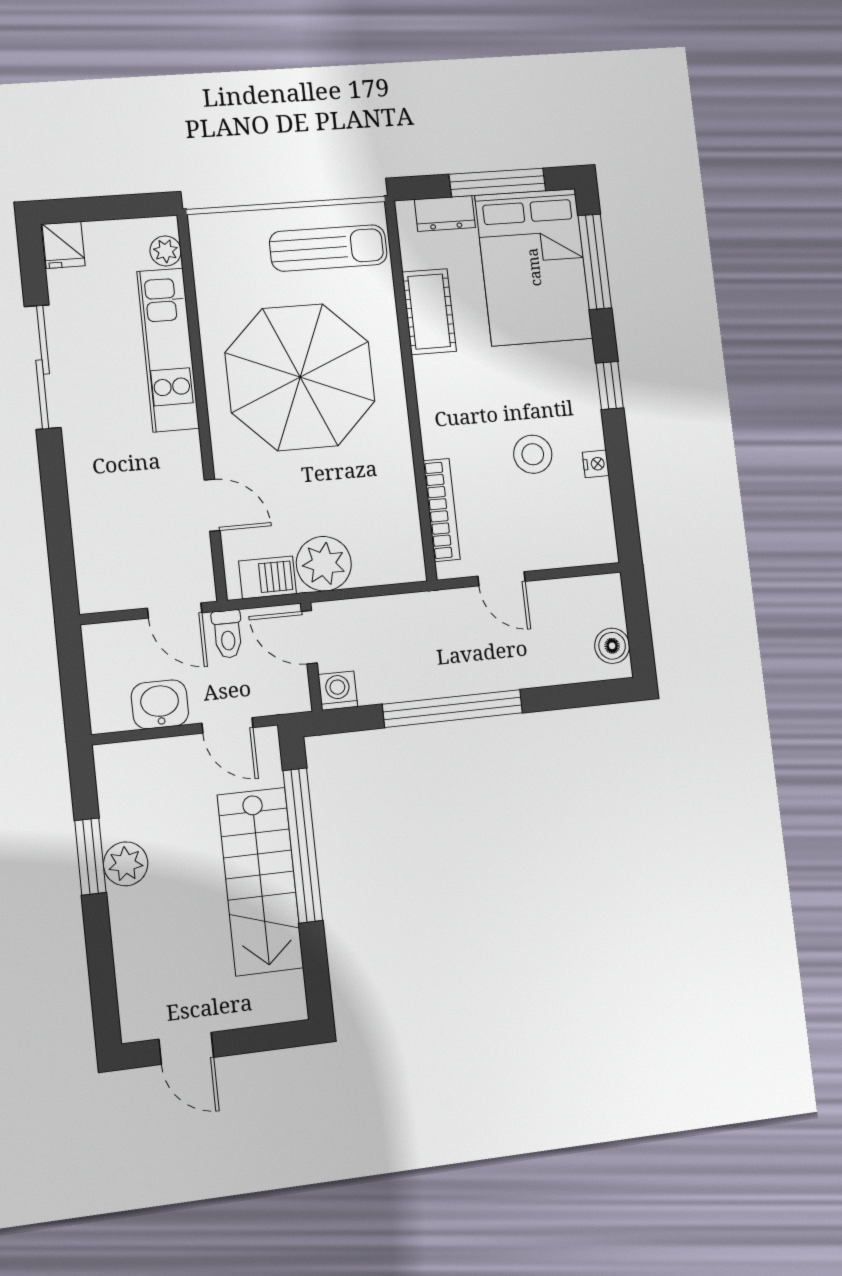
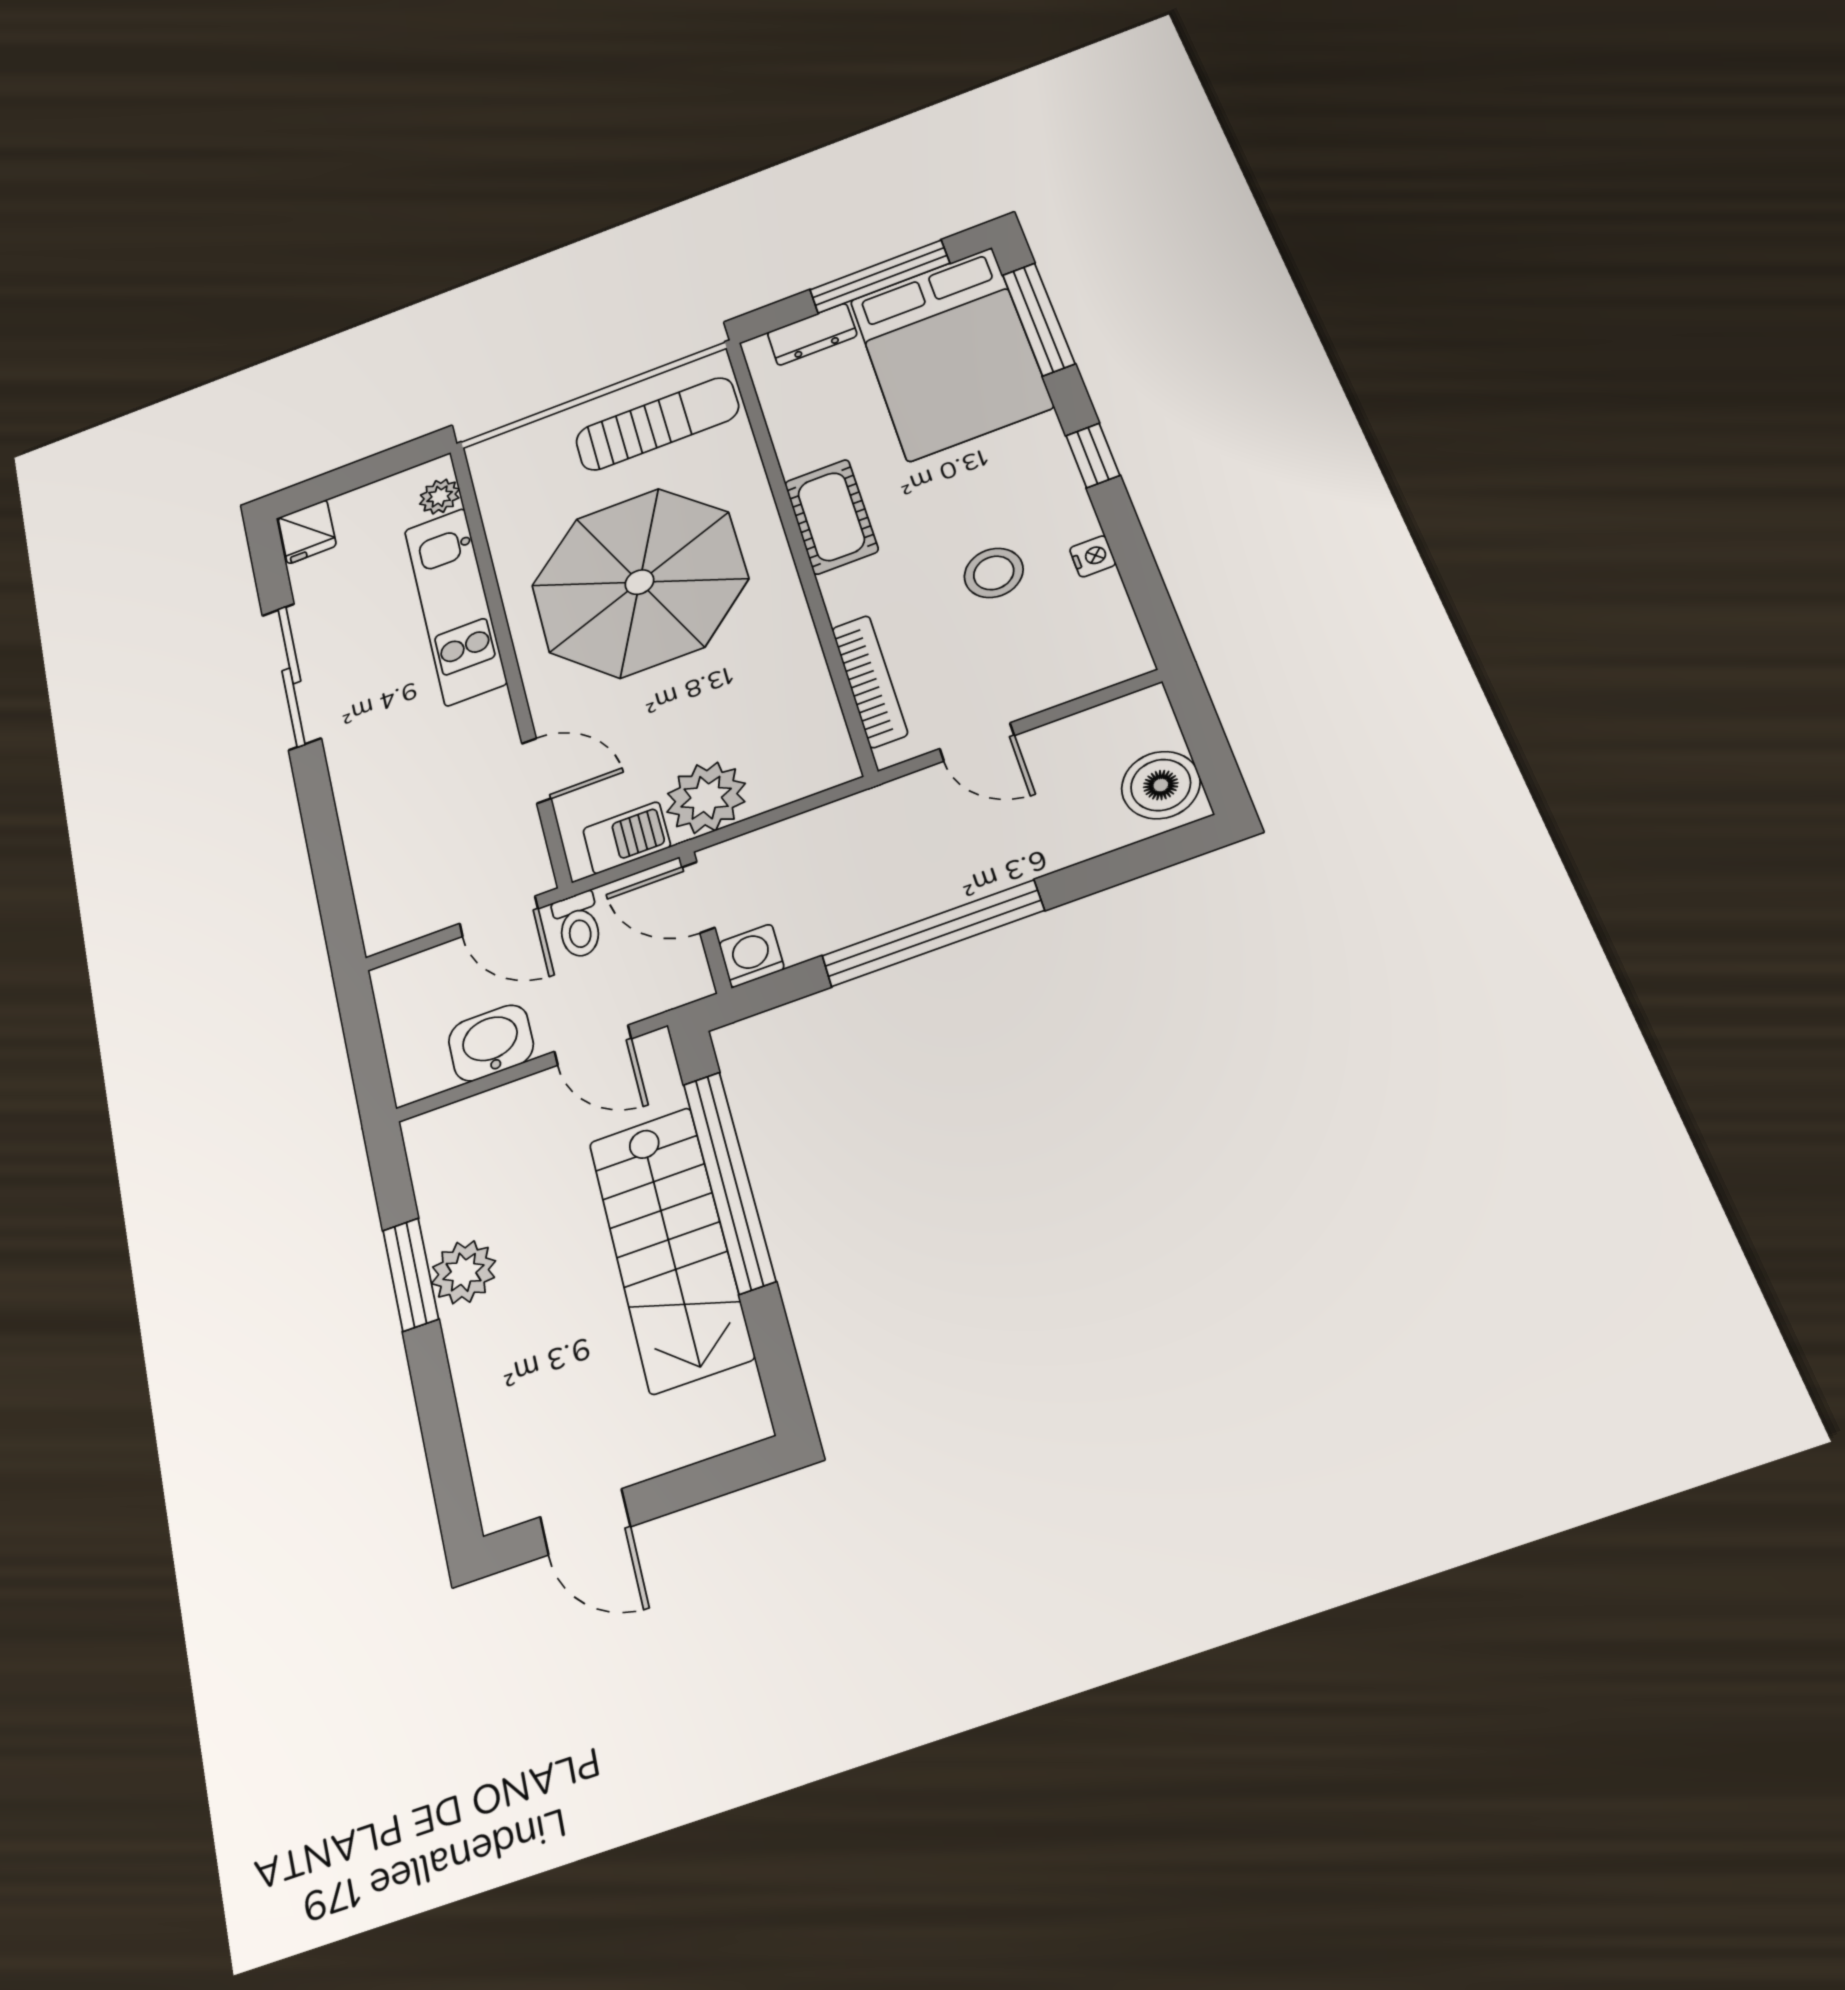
cot: (429, 312) -> (831, 517), moved
boiler: (612, 646) -> (1161, 785), width x1.36, depth x1.36

